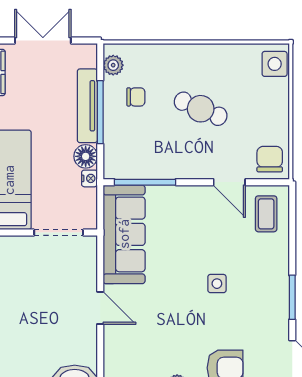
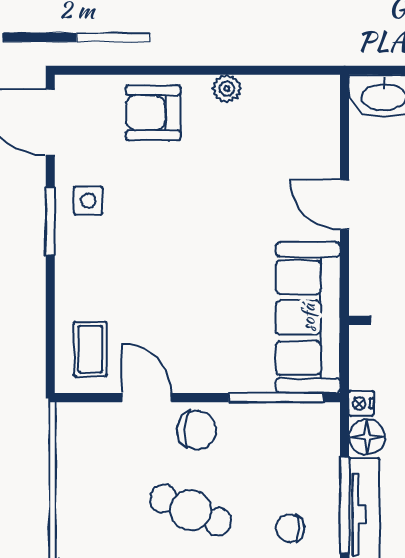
chair: (270, 159) -> (197, 430), moved, turned -86
side table: (217, 284) -> (88, 201), moved

